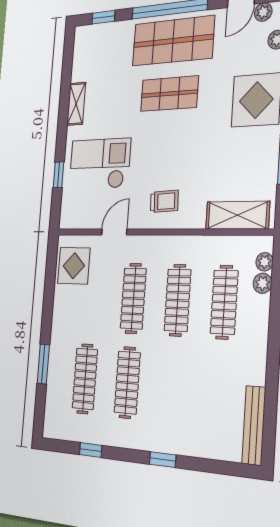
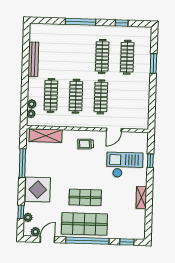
checkout: (100, 164) -> (125, 165), turned 180
display table: (74, 266) -> (138, 113), removed
bench: (254, 425) -> (33, 59), moved
window: (163, 460) -> (81, 22), width x2.17

